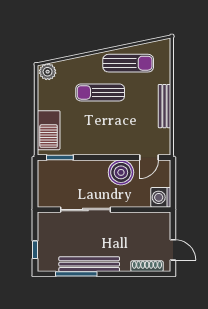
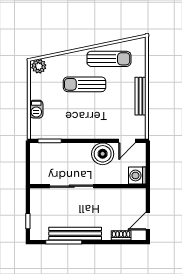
barbecue: (49, 130) -> (36, 109), width x0.53, depth x0.65
door: (173, 250) -> (148, 221), swing flipped
shoe rack: (147, 266) -> (121, 235), width x0.70

